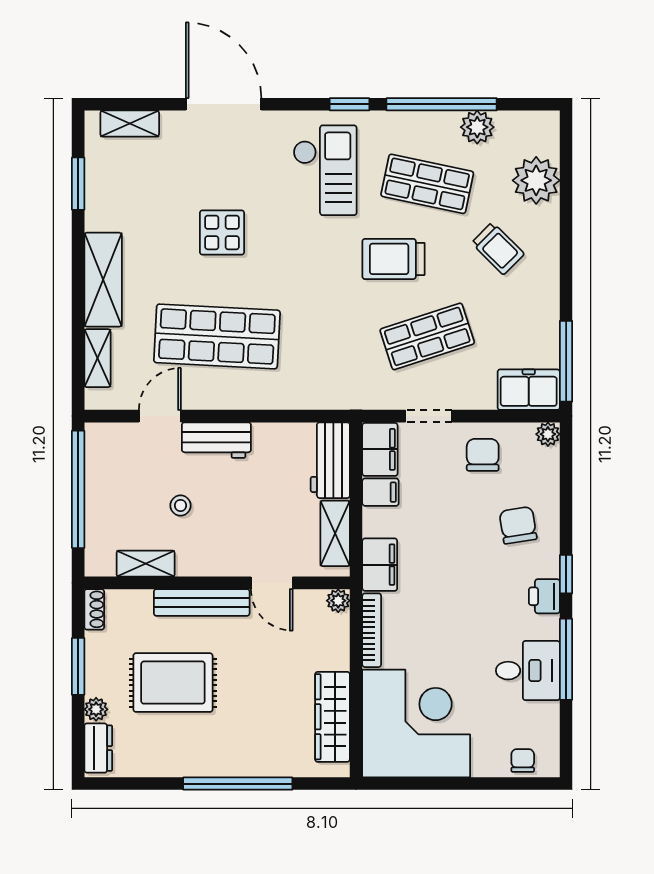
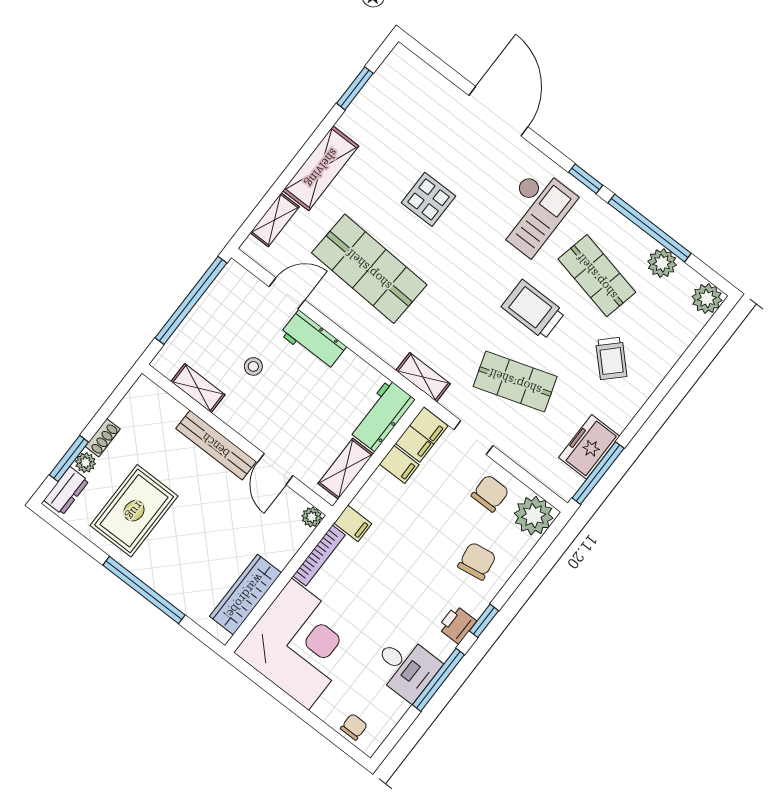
shelving: (130, 124) -> (423, 377), moved
plant: (536, 180) -> (707, 299), moved, width x0.73, depth x0.73
freezer: (529, 390) -> (589, 447), moved, turned -90
plant: (548, 434) -> (534, 516), width x1.88, depth x1.88
filing cabinet: (380, 565) -> (353, 523), width x0.50
shoe rack: (94, 609) -> (103, 438), moved
window: (78, 666) -> (69, 459), moved
rug: (173, 683) -> (134, 511), moved, turned 90

